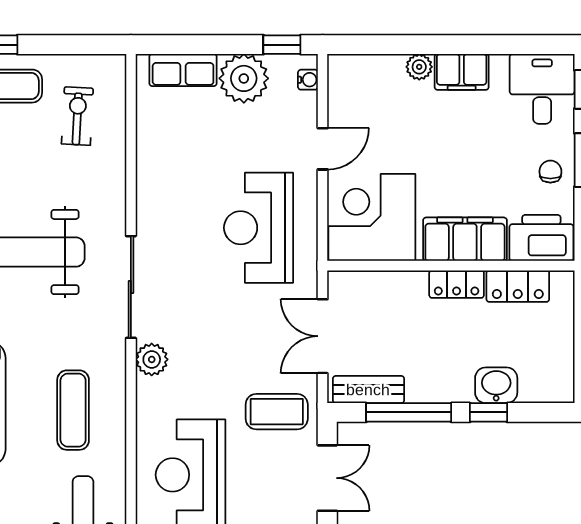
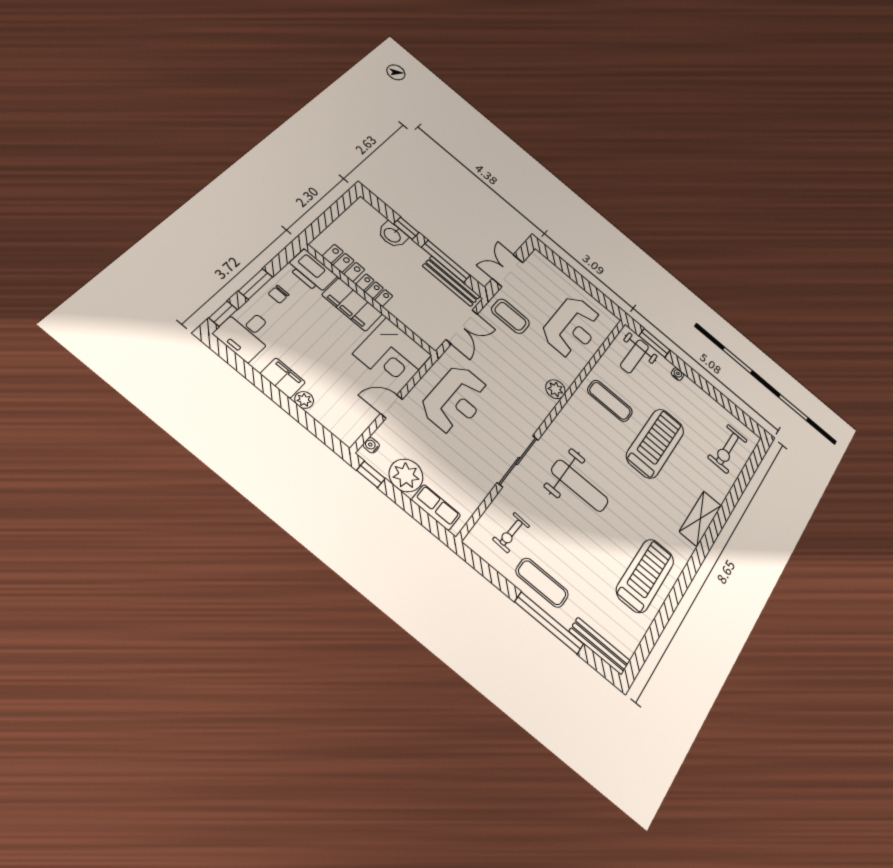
sliding door: (131, 287) -> (518, 461), moved
bench: (368, 390) -> (451, 281), width x1.36
exercise mat: (73, 410) -> (610, 401), turned 90

